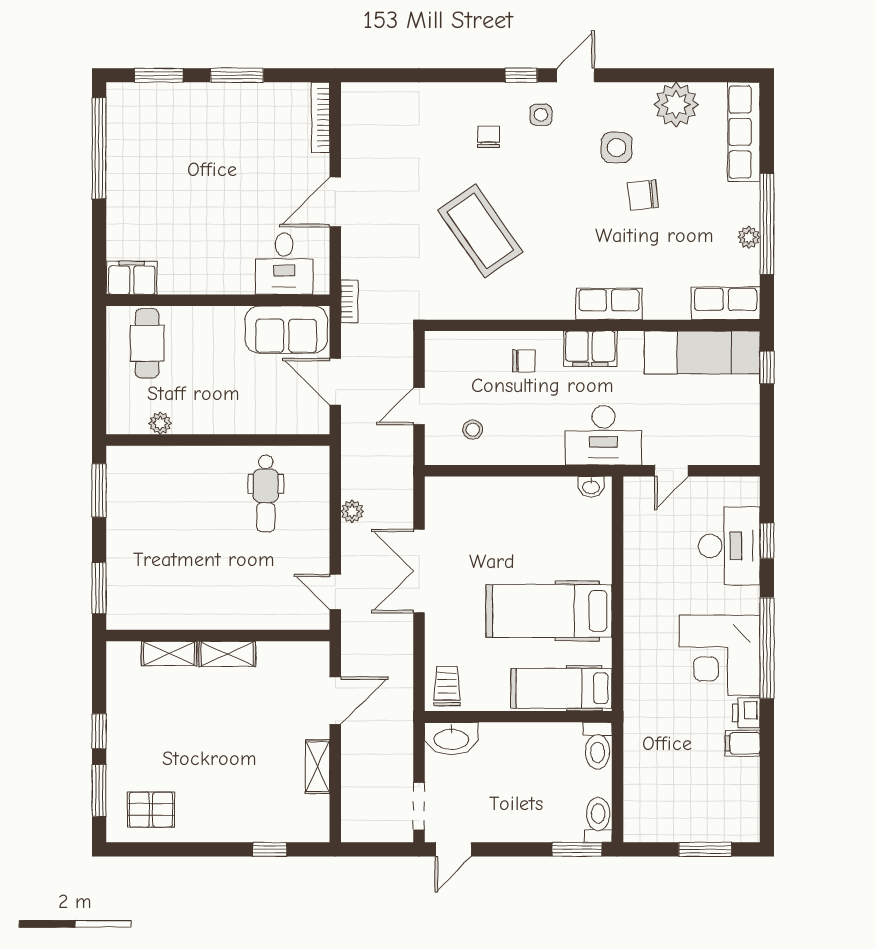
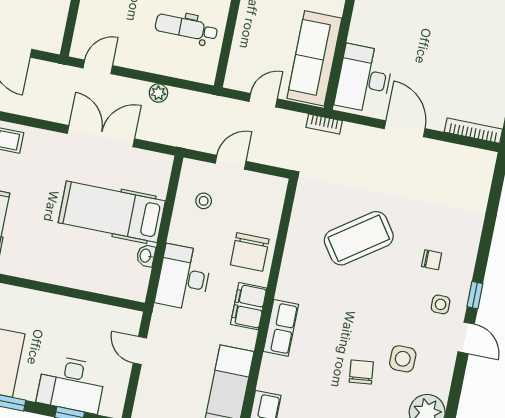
desk: (284, 264) -> (364, 79), width x1.37
sofa: (286, 330) -> (314, 58), width x1.36
chair: (524, 361) -> (250, 252), width x1.87, depth x1.87
door: (335, 382) -> (263, 100), width x0.73
door: (419, 406) -> (231, 162), hinge flipped
desk: (603, 435) -> (184, 278), moved
washbasin: (591, 487) -> (146, 256), moved
hospital bed: (549, 611) -> (112, 212), moved, turned -90

